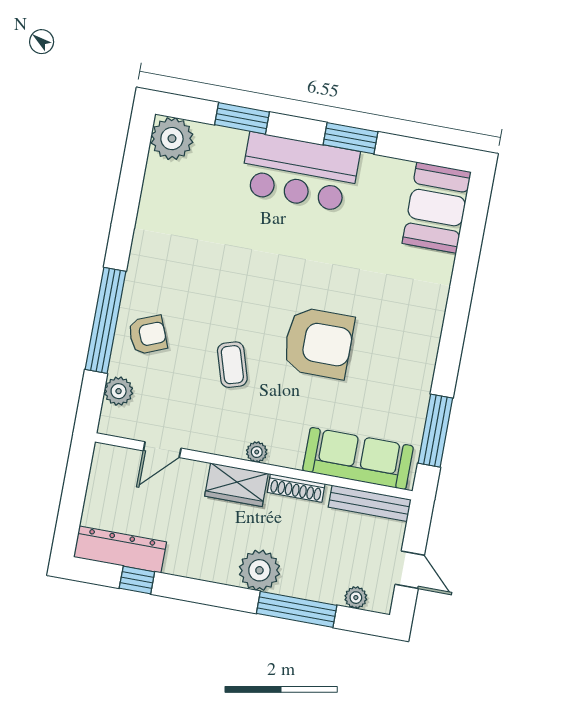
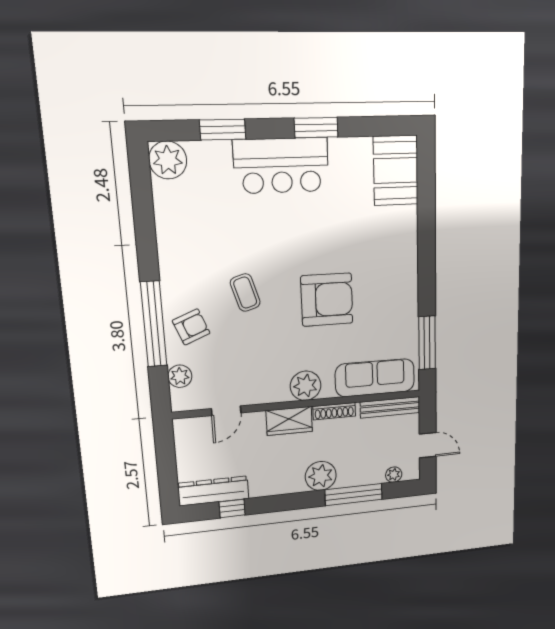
coffee table: (232, 365) -> (245, 293), moved
plant: (257, 452) -> (306, 386), width x1.87, depth x1.87

